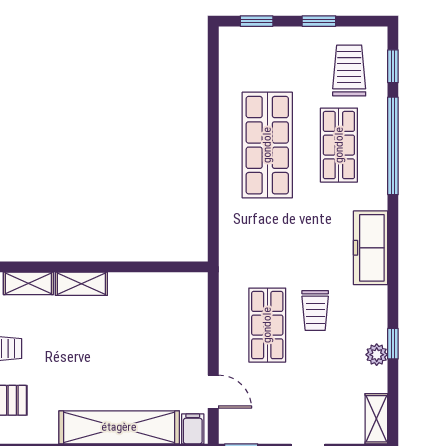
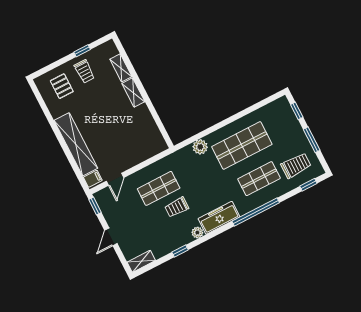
window: (319, 21) -> (312, 140), width x1.50
window: (393, 146) -> (256, 212), moved
plant: (233, 218) -> (200, 147), added
plant: (377, 355) -> (197, 233), moved

